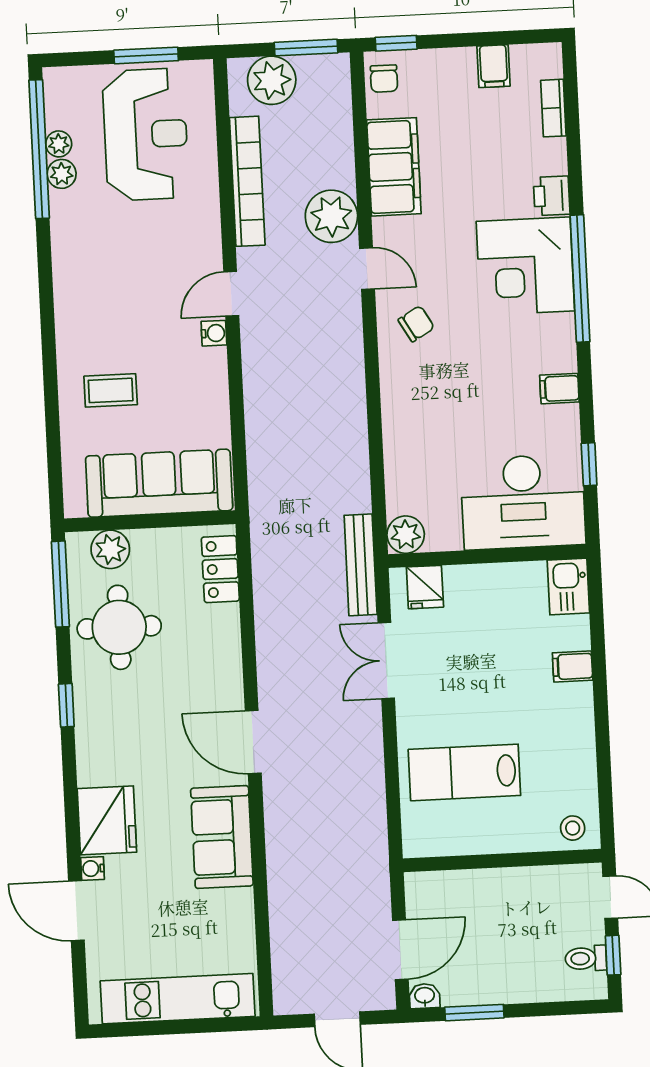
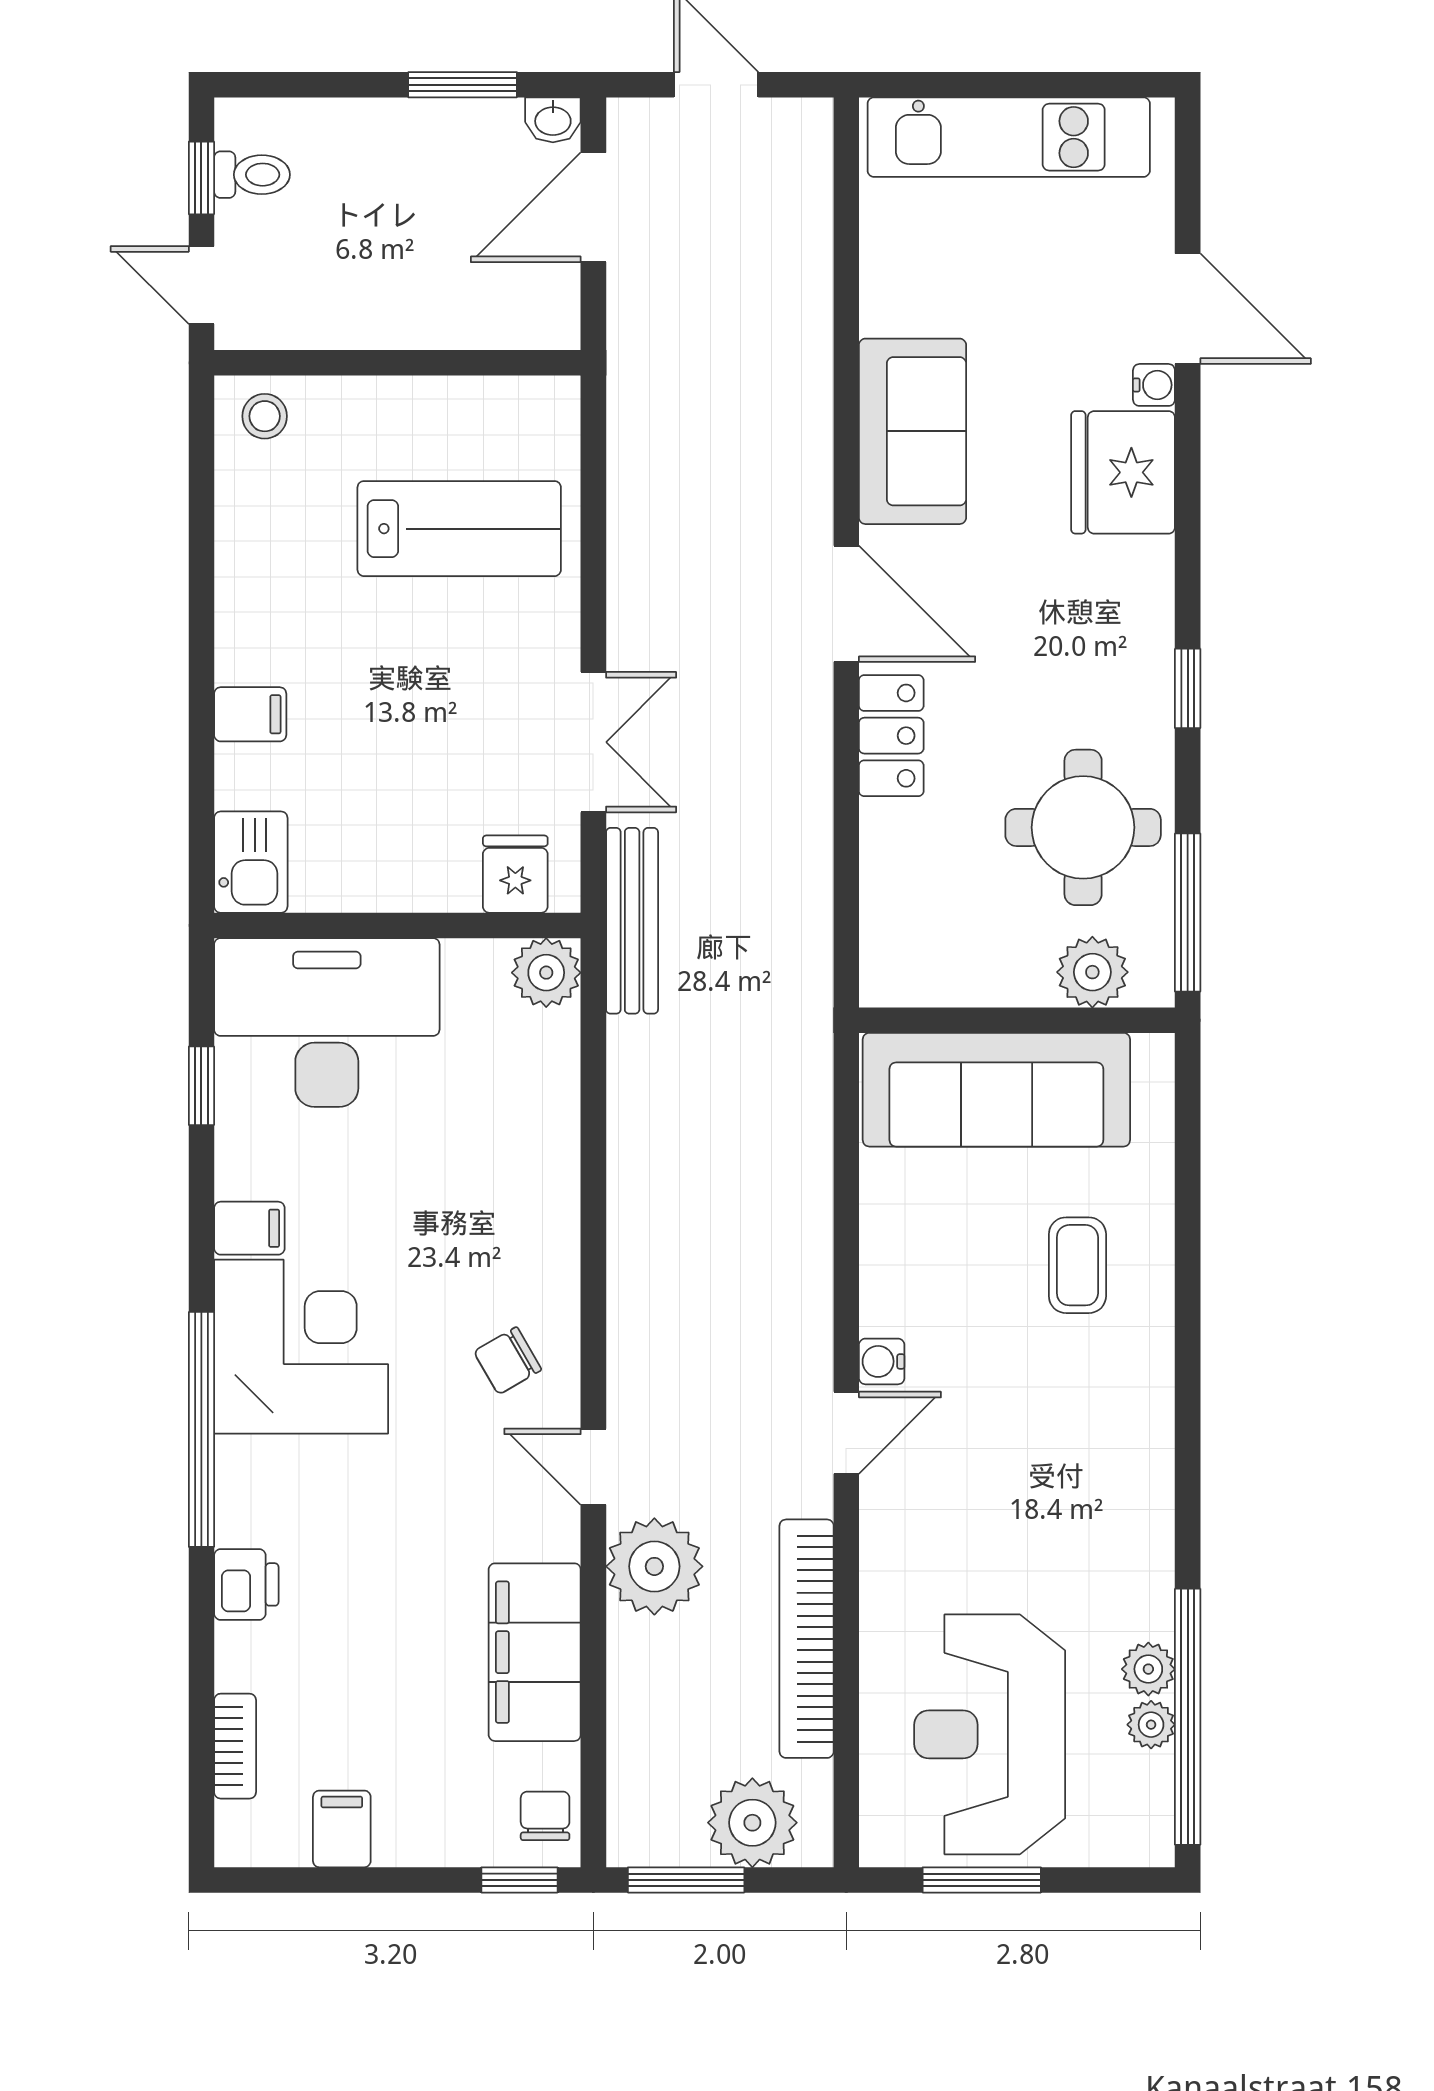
corner desk: (525, 266) -> (301, 1347), moved
coffee table: (111, 390) -> (1077, 1265), turned 90
locker: (220, 569) -> (891, 736), moved

